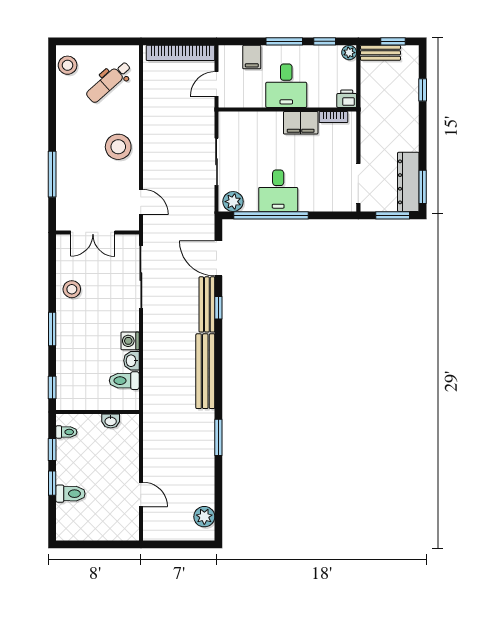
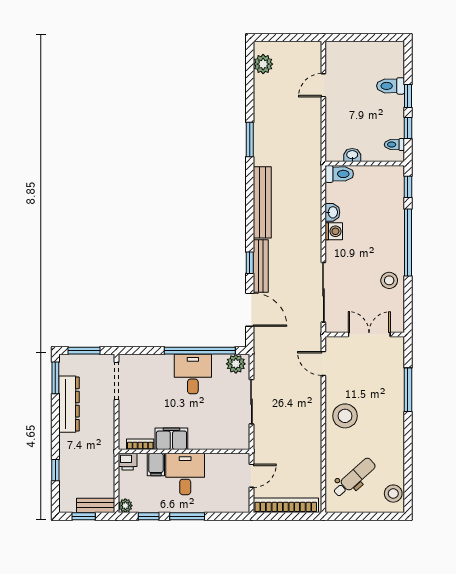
filing cabinet: (252, 57) -> (156, 464), moved, turned 180
dresser: (408, 182) -> (69, 404), moved
window: (52, 329) -> (408, 242), width x2.11
toilet: (124, 381) -> (339, 174), moved
door: (141, 494) -> (323, 85), hinge flipped

